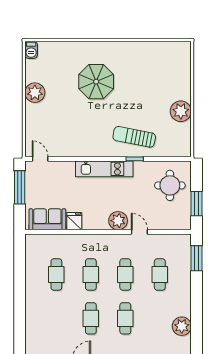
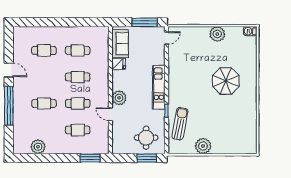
sun lounger: (134, 137) -> (180, 124), moved
window: (196, 204) -> (147, 158), moved
door: (139, 232) -> (110, 114), swing flipped
cafe table: (91, 318) -> (44, 50), moved

